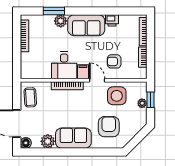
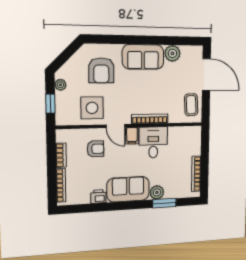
plant: (142, 103) -> (60, 85), moved
floor lamp: (26, 143) -> (197, 52), removed

